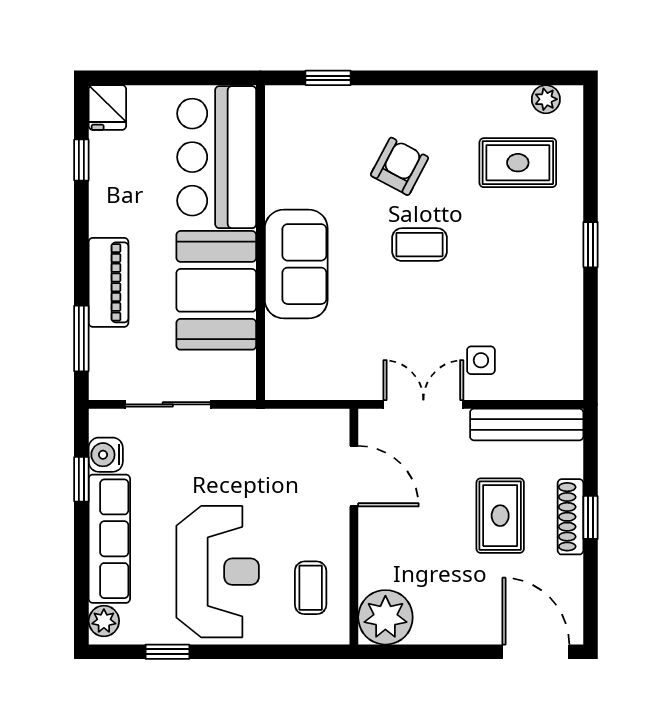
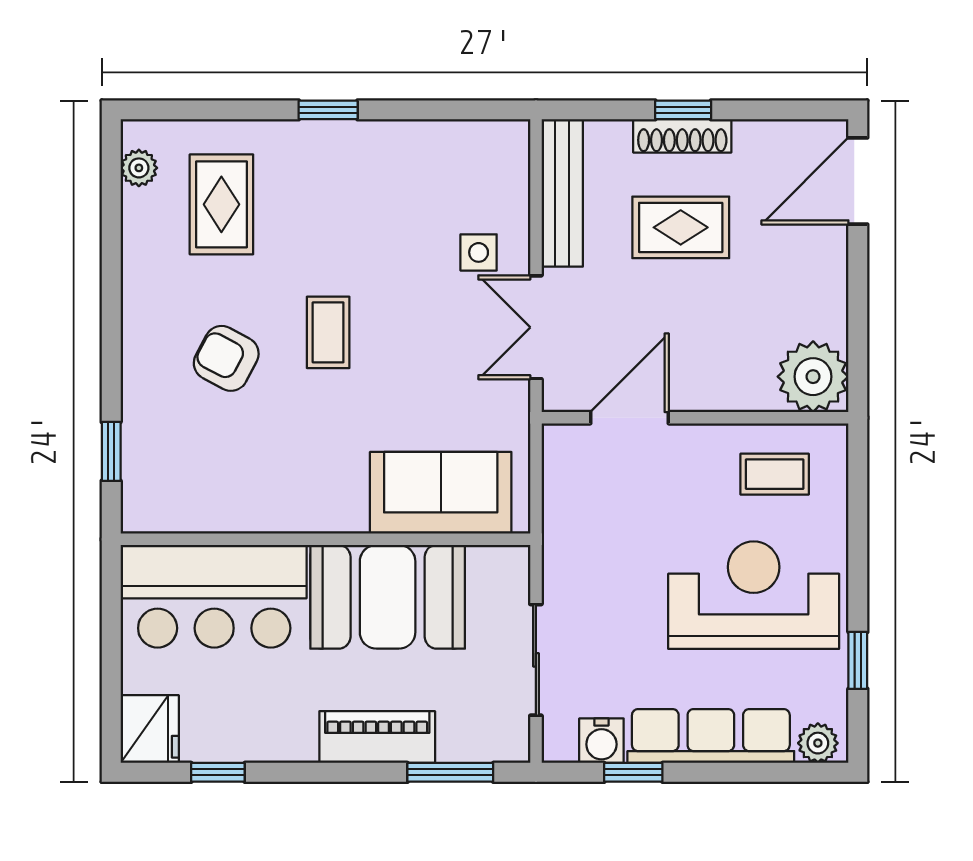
fridge: (107, 108) -> (150, 729), width x1.38
sofa: (296, 264) -> (441, 493), moved

